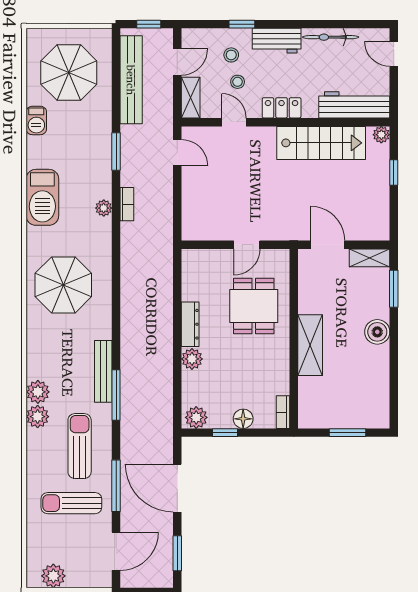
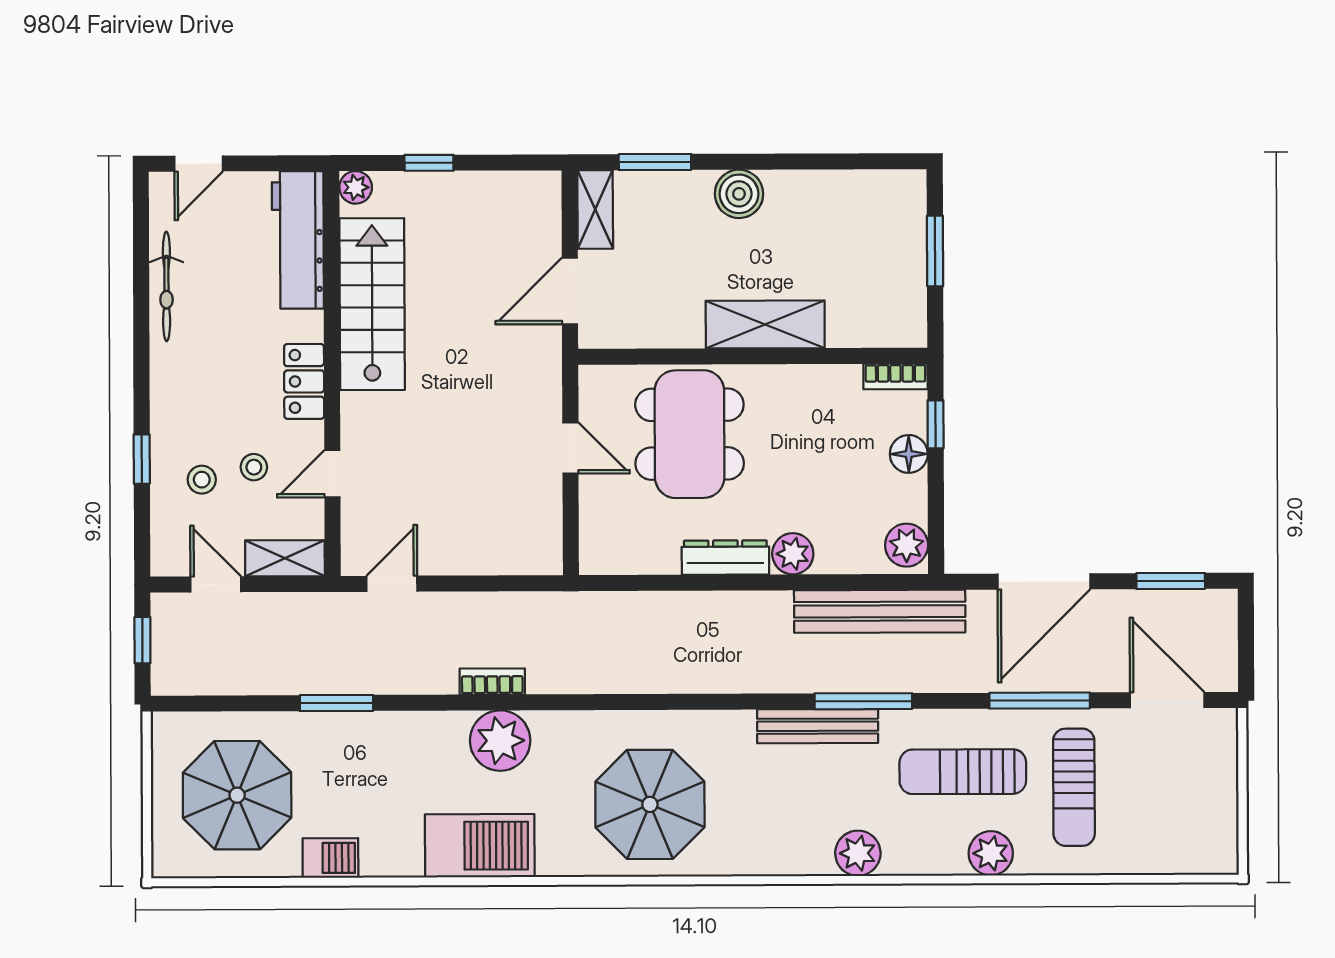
workbench: (277, 41) -> (174, 391), removed
bench: (131, 80) -> (880, 611), moved
window: (116, 152) -> (337, 703), moved
plant: (104, 208) -> (500, 741), width x1.88, depth x1.88
dining table: (254, 306) -> (690, 434), width x1.38
plant: (38, 417) -> (991, 853), moved
window: (225, 433) -> (936, 424), moved
plant: (53, 576) -> (1215, 822), removed

